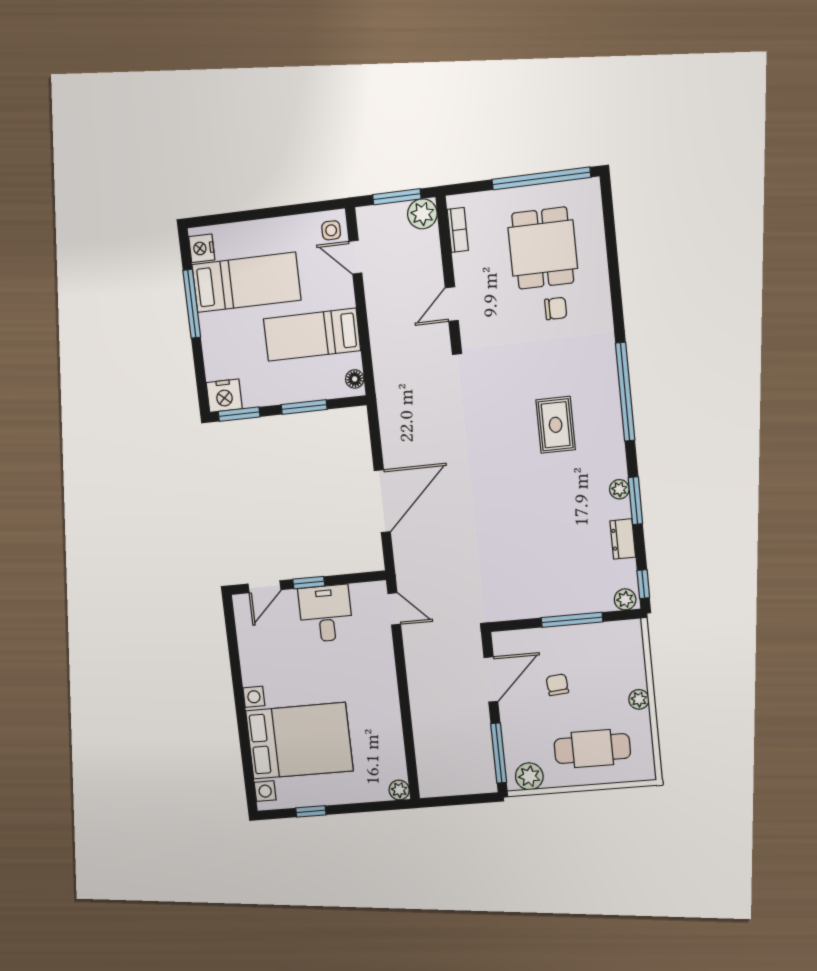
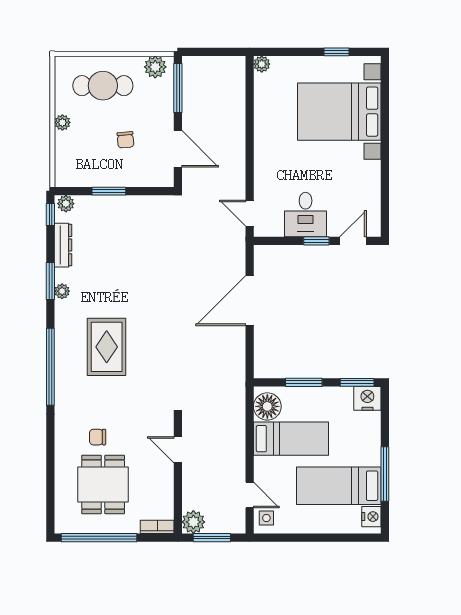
bookcase: (458, 230) -> (157, 527), moved, turned 90
door: (452, 304) -> (178, 450), swing flipped
floor lamp: (355, 379) -> (267, 406), width x1.89, depth x1.89
rug: (556, 425) -> (107, 347), width x1.36, depth x1.43
dresser: (623, 539) -> (63, 245), width x1.44
window: (572, 620) -> (109, 191), width x0.69
door: (491, 679) -> (178, 149), swing flipped

